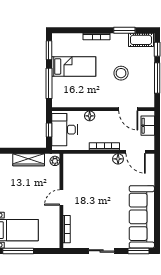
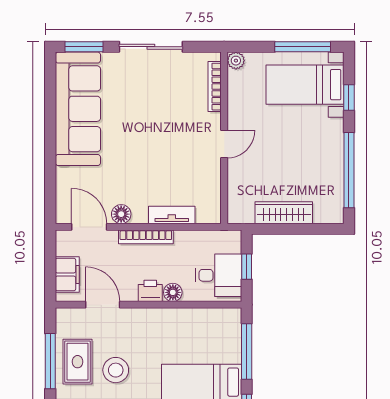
rug: (142, 78) -> (78, 362), added
printer: (102, 117) -> (150, 291), added
desk: (64, 130) -> (218, 275), width x0.73
tv unit: (90, 158) -> (172, 215), added
plant: (55, 161) -> (236, 61), moved
sliding door: (102, 251) -> (151, 47), width x1.37

